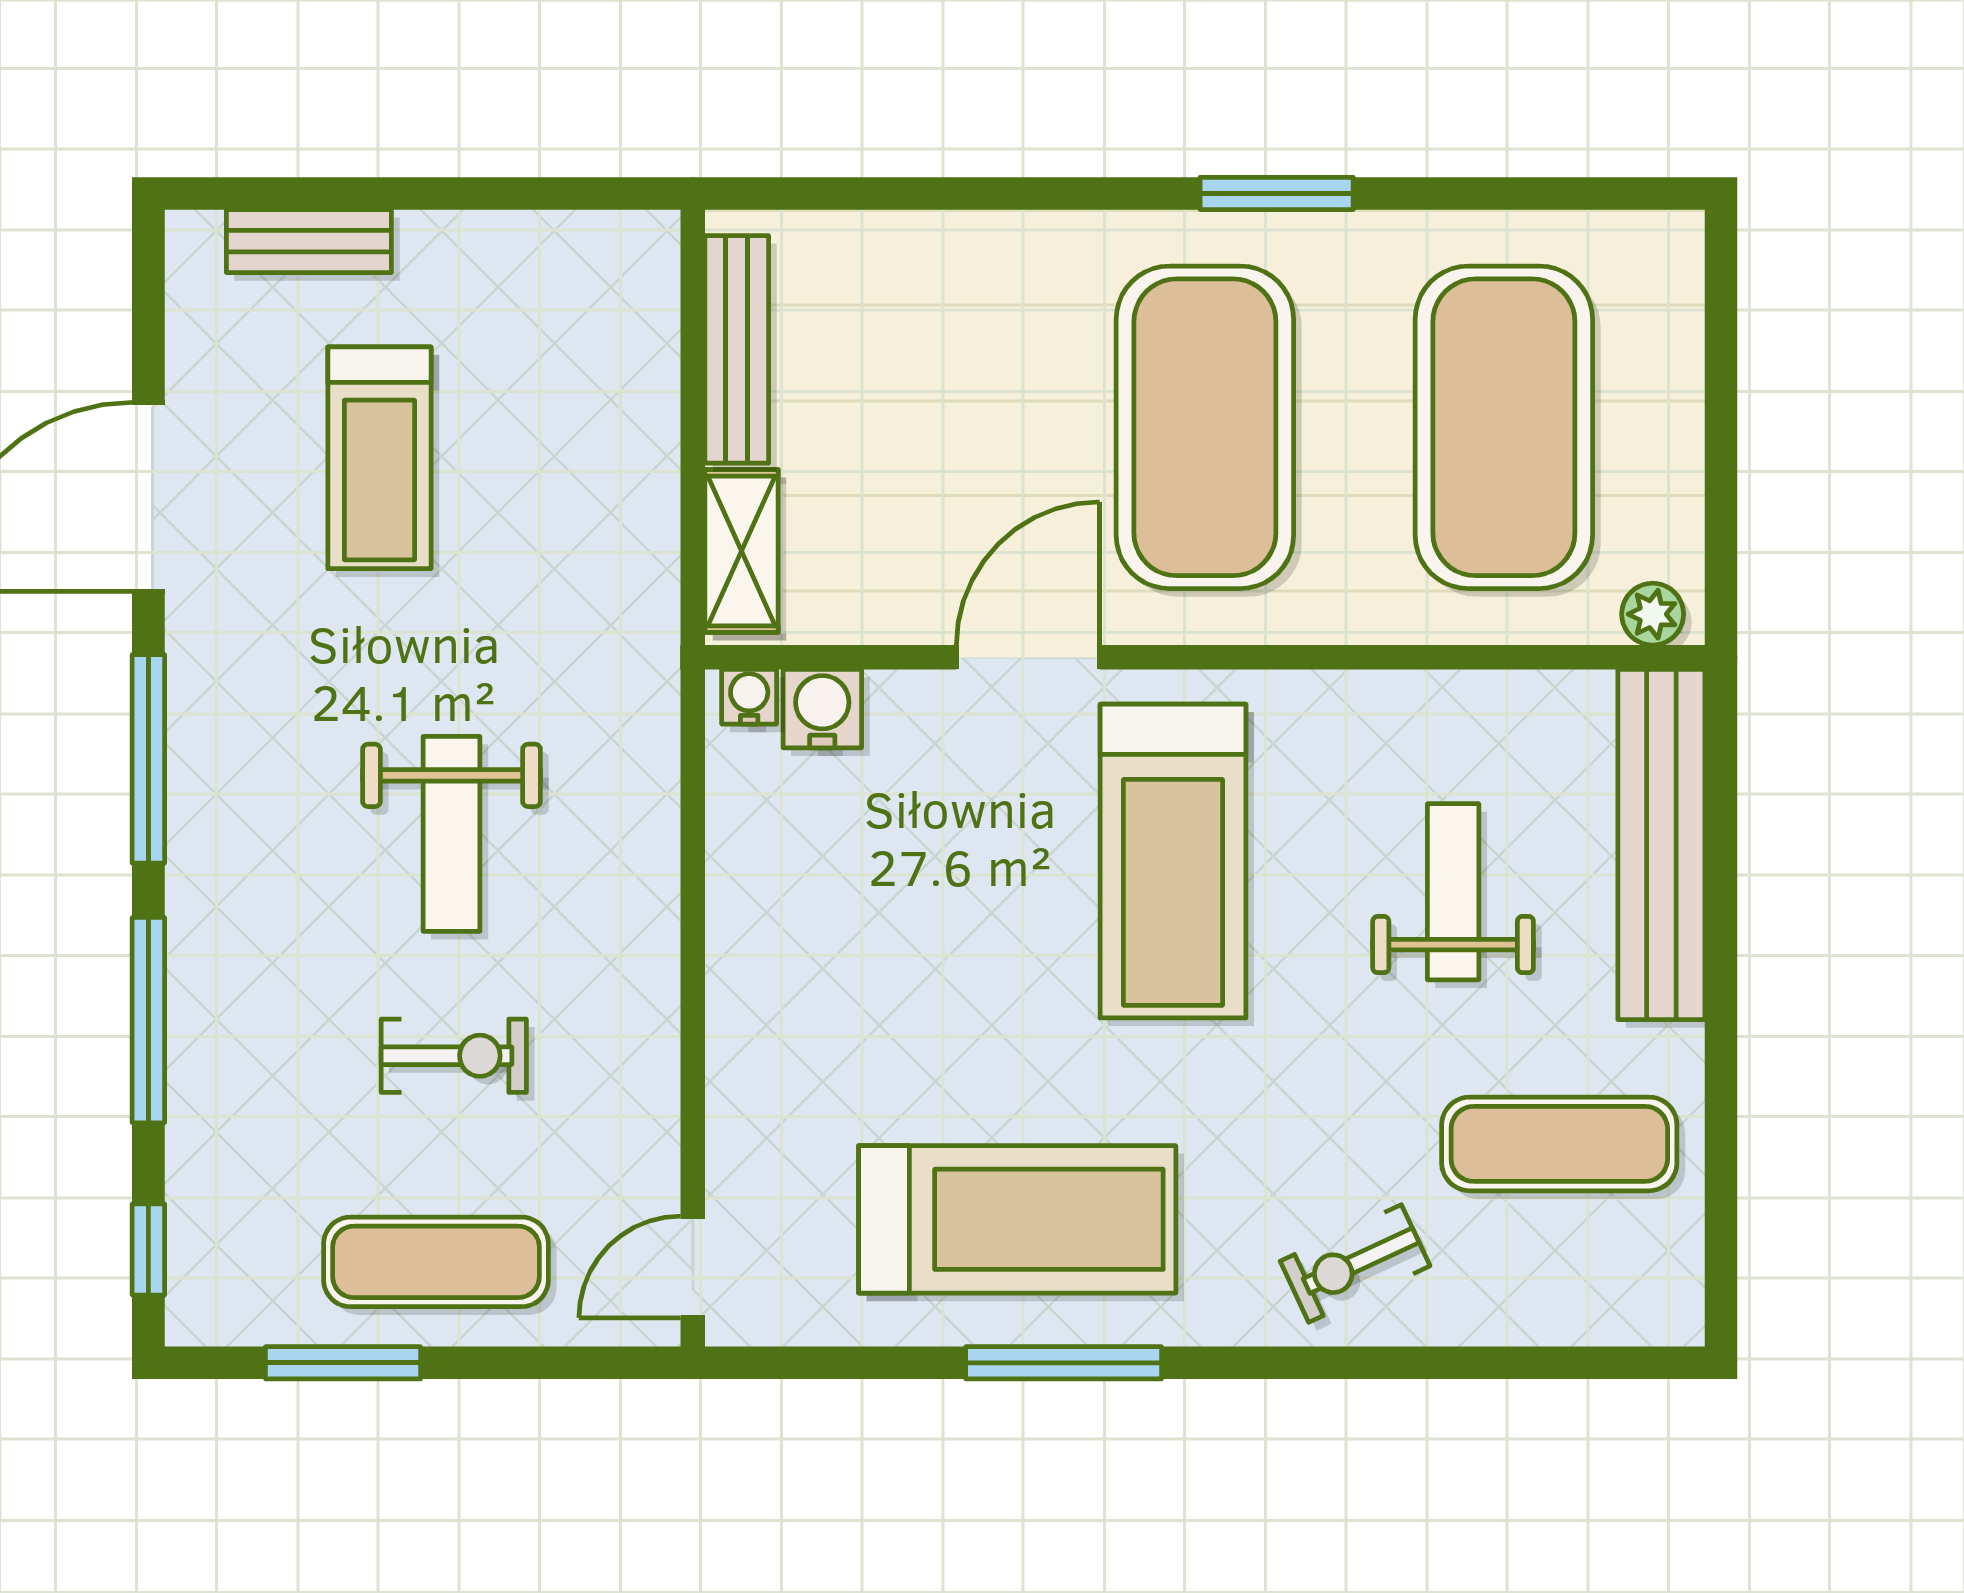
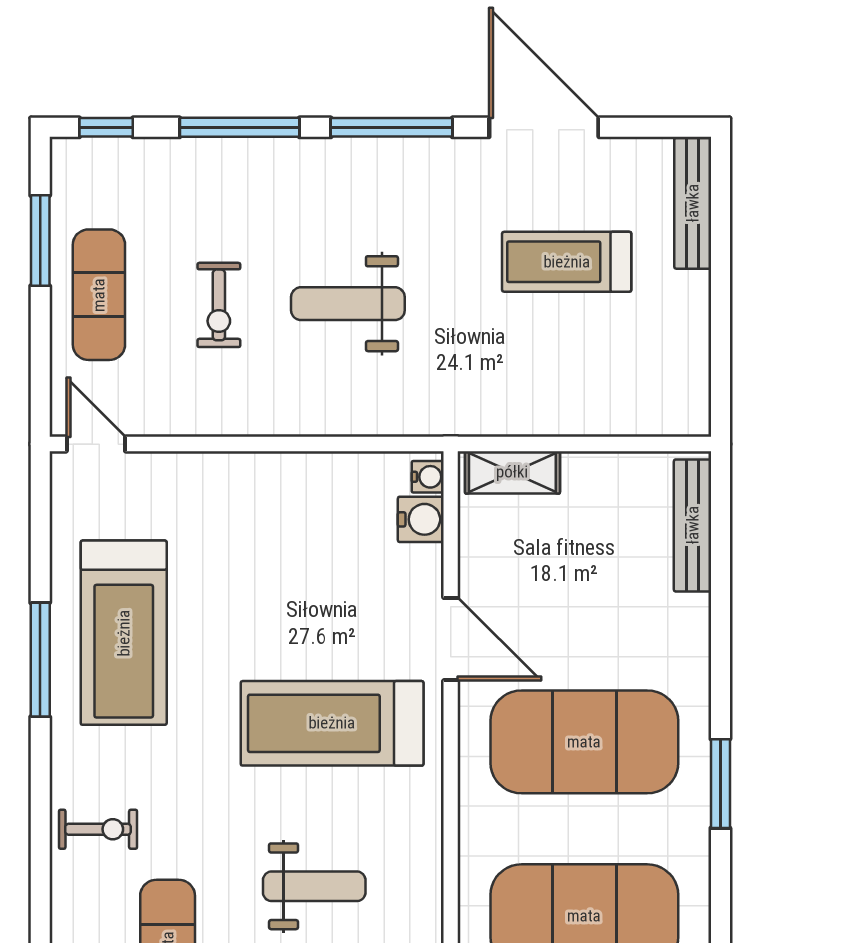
bench: (309, 241) -> (693, 203), width x1.36
bench: (737, 349) -> (693, 525), moved, turned 90
exercise bike: (1355, 1263) -> (98, 829), turned 115

